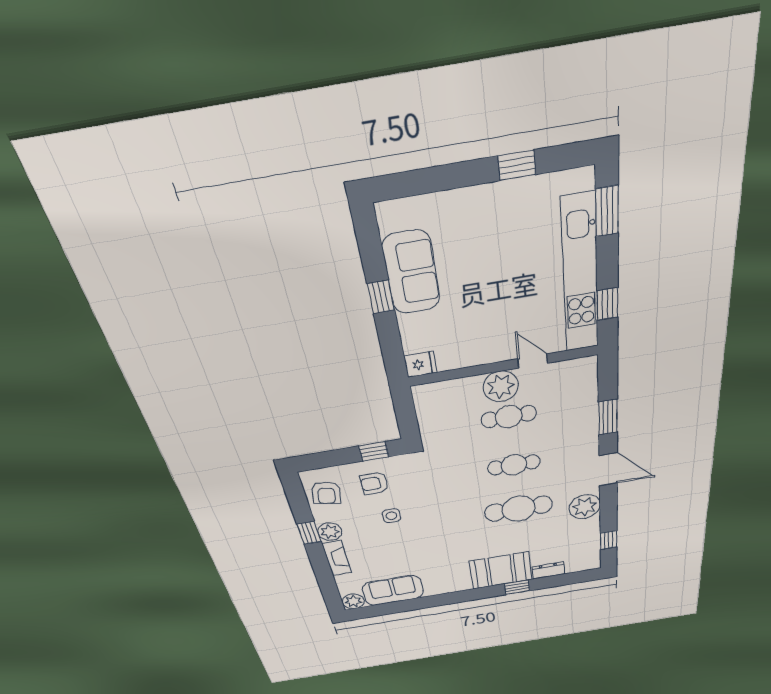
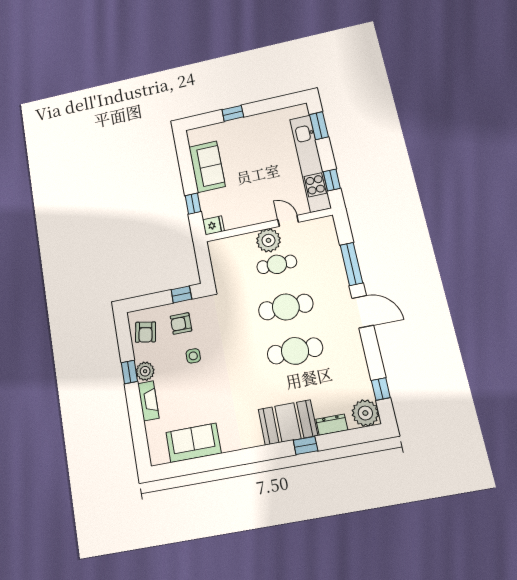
window: (517, 165) -> (233, 113), moved
window: (381, 297) -> (193, 204), moved
window: (608, 417) -> (351, 264), width x1.44
cafe table: (514, 465) -> (286, 307), width x1.37, depth x1.35
plant: (585, 507) -> (365, 413), moved
plant: (353, 601) -> (159, 455), removed

